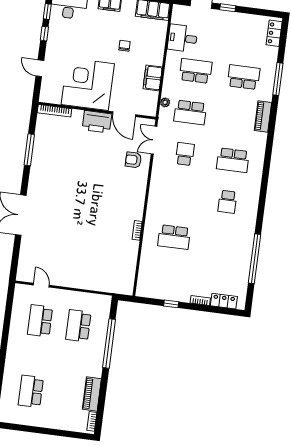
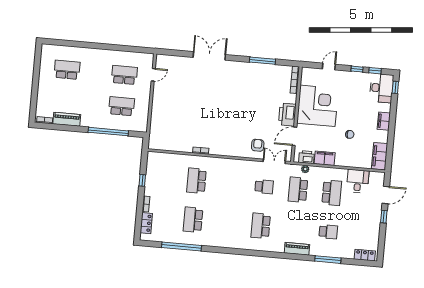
school desk: (244, 77) -> (328, 232), width x0.54
printer: (150, 100) -> (307, 157), added
school desk: (227, 202) -> (193, 220), moved, width x1.85

